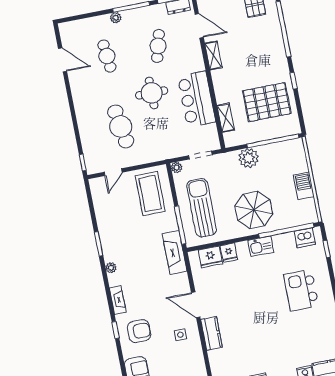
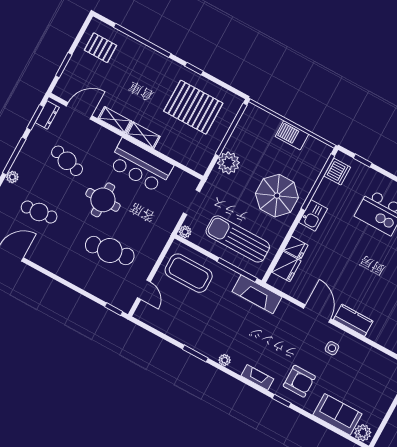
pallet: (267, 102) -> (193, 107), turned 90
shelving: (226, 118) -> (143, 135), moved
door: (196, 305) -> (317, 313), swing flipped
armchair: (139, 331) -> (299, 381), turned 90

